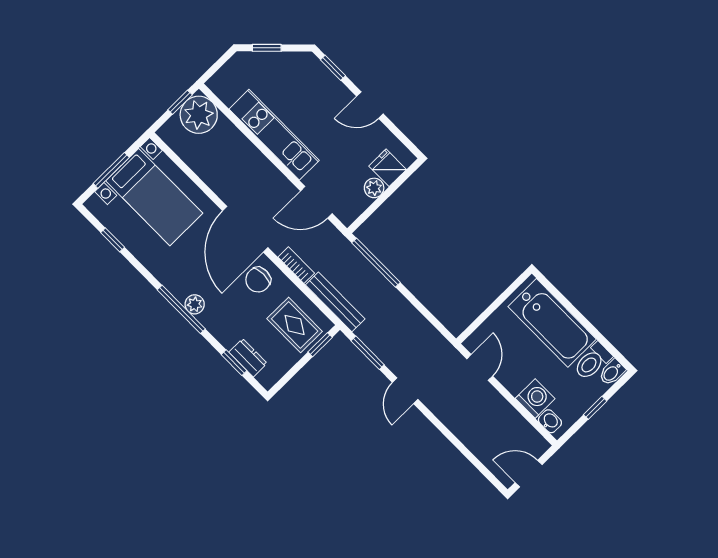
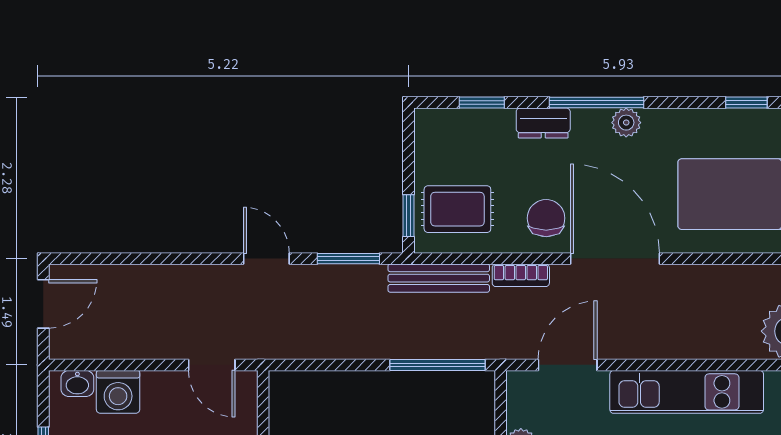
plant: (195, 304) -> (626, 123), moved
dresser: (248, 358) -> (543, 123), moved

